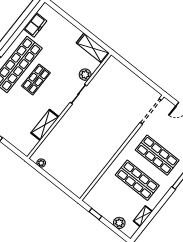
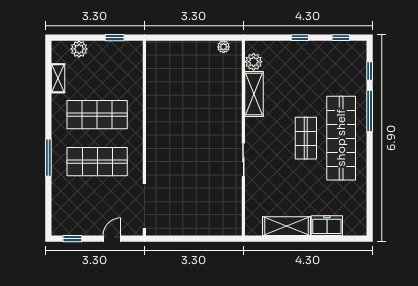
freezer: (35, 25) -> (327, 226), moved, turned 90
shelving: (93, 48) -> (286, 226), moved
plant: (85, 75) -> (254, 62), moved

